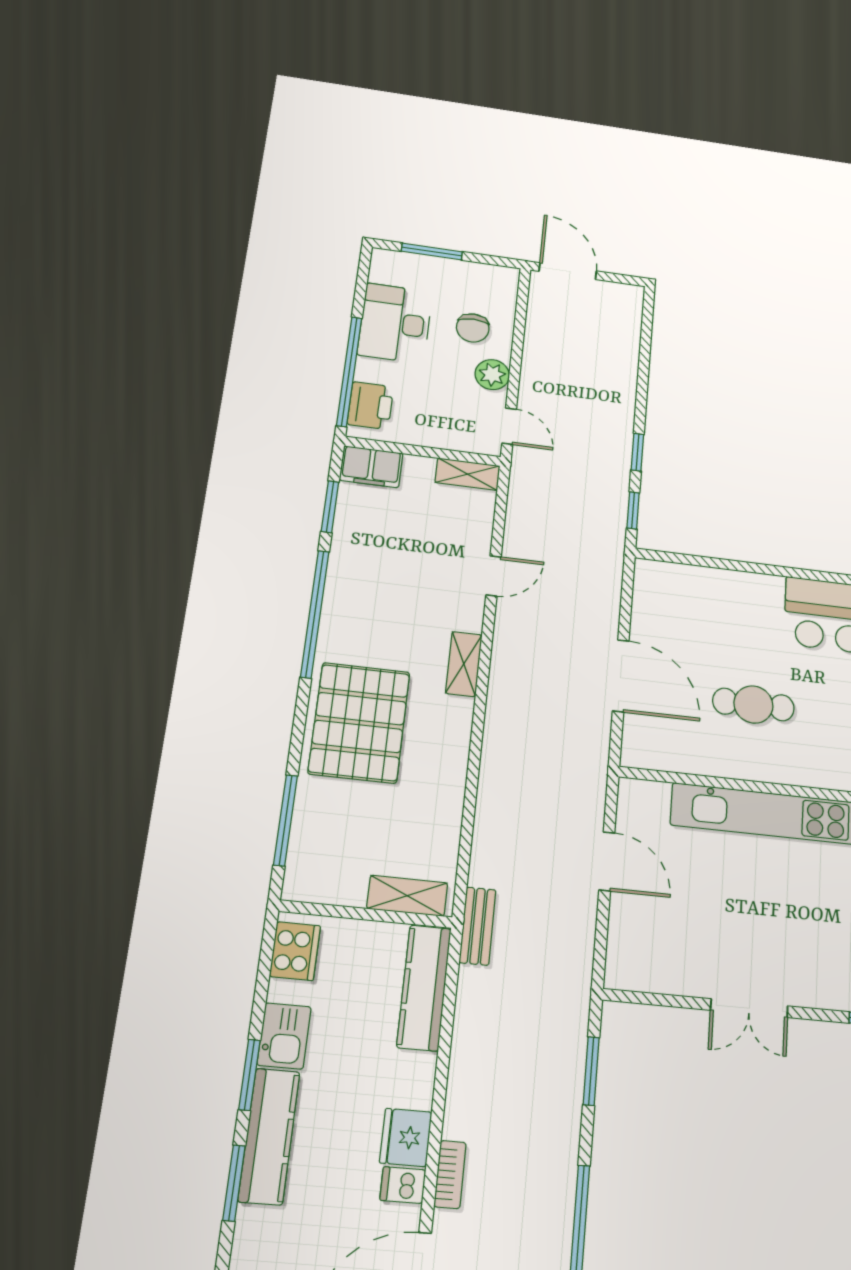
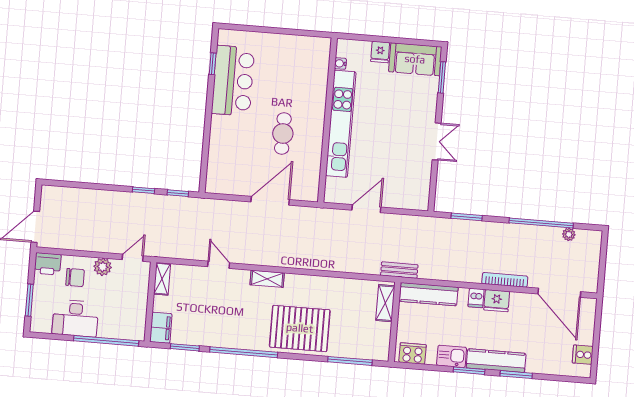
printer: (370, 406) -> (48, 264), moved, turned 180
bookcase: (450, 1174) -> (505, 280), width x1.56
dishwasher: (403, 1185) -> (476, 298), moved

